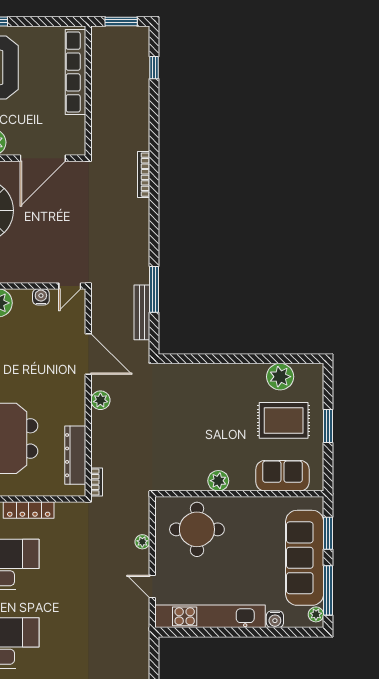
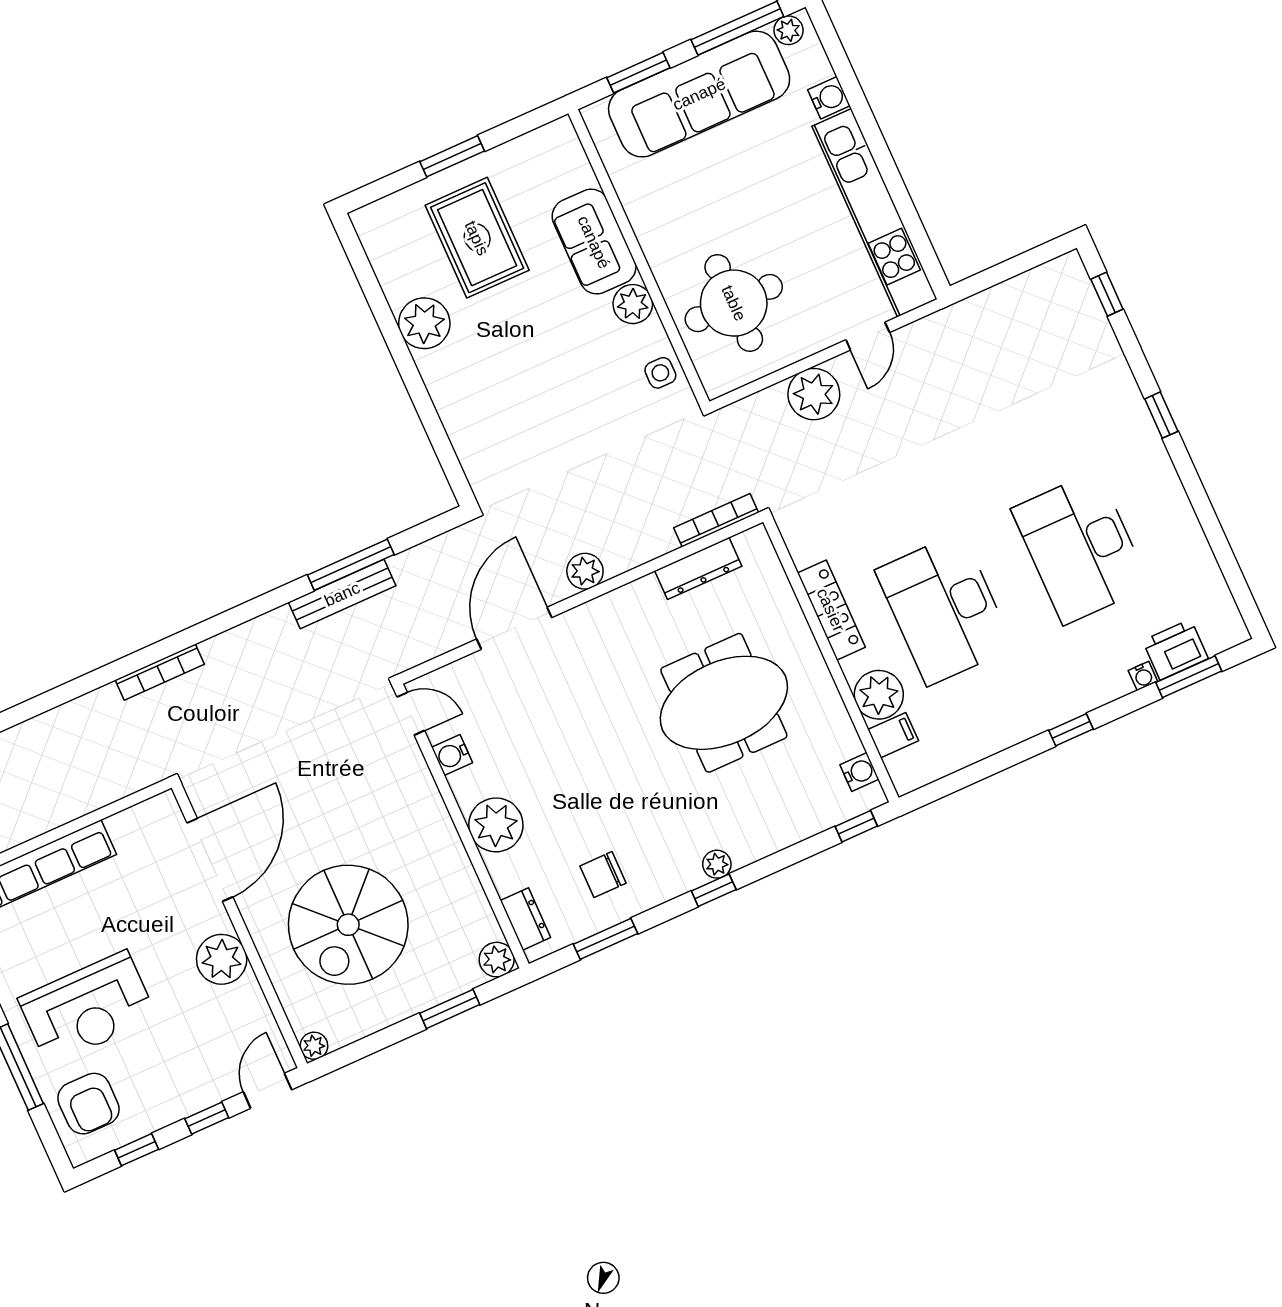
door: (43, 158) -> (210, 860), hinge flipped
bench: (142, 312) -> (342, 594), moved
plant: (280, 377) -> (424, 323), moved
dresser: (75, 455) -> (698, 569), width x0.73, depth x0.80
sofa: (283, 476) -> (594, 242), moved
side table: (179, 479) -> (660, 373), added
bookcase: (97, 482) -> (716, 520), width x1.56
plant: (142, 542) -> (814, 394), width x1.88, depth x1.88

